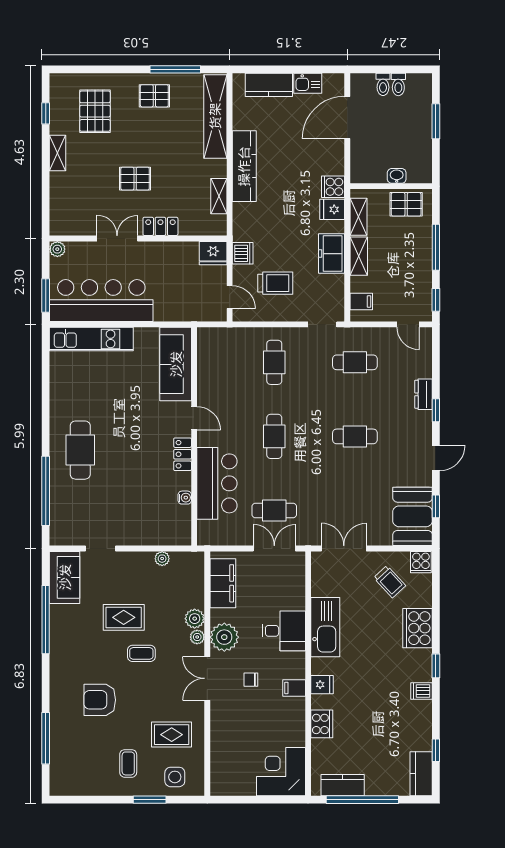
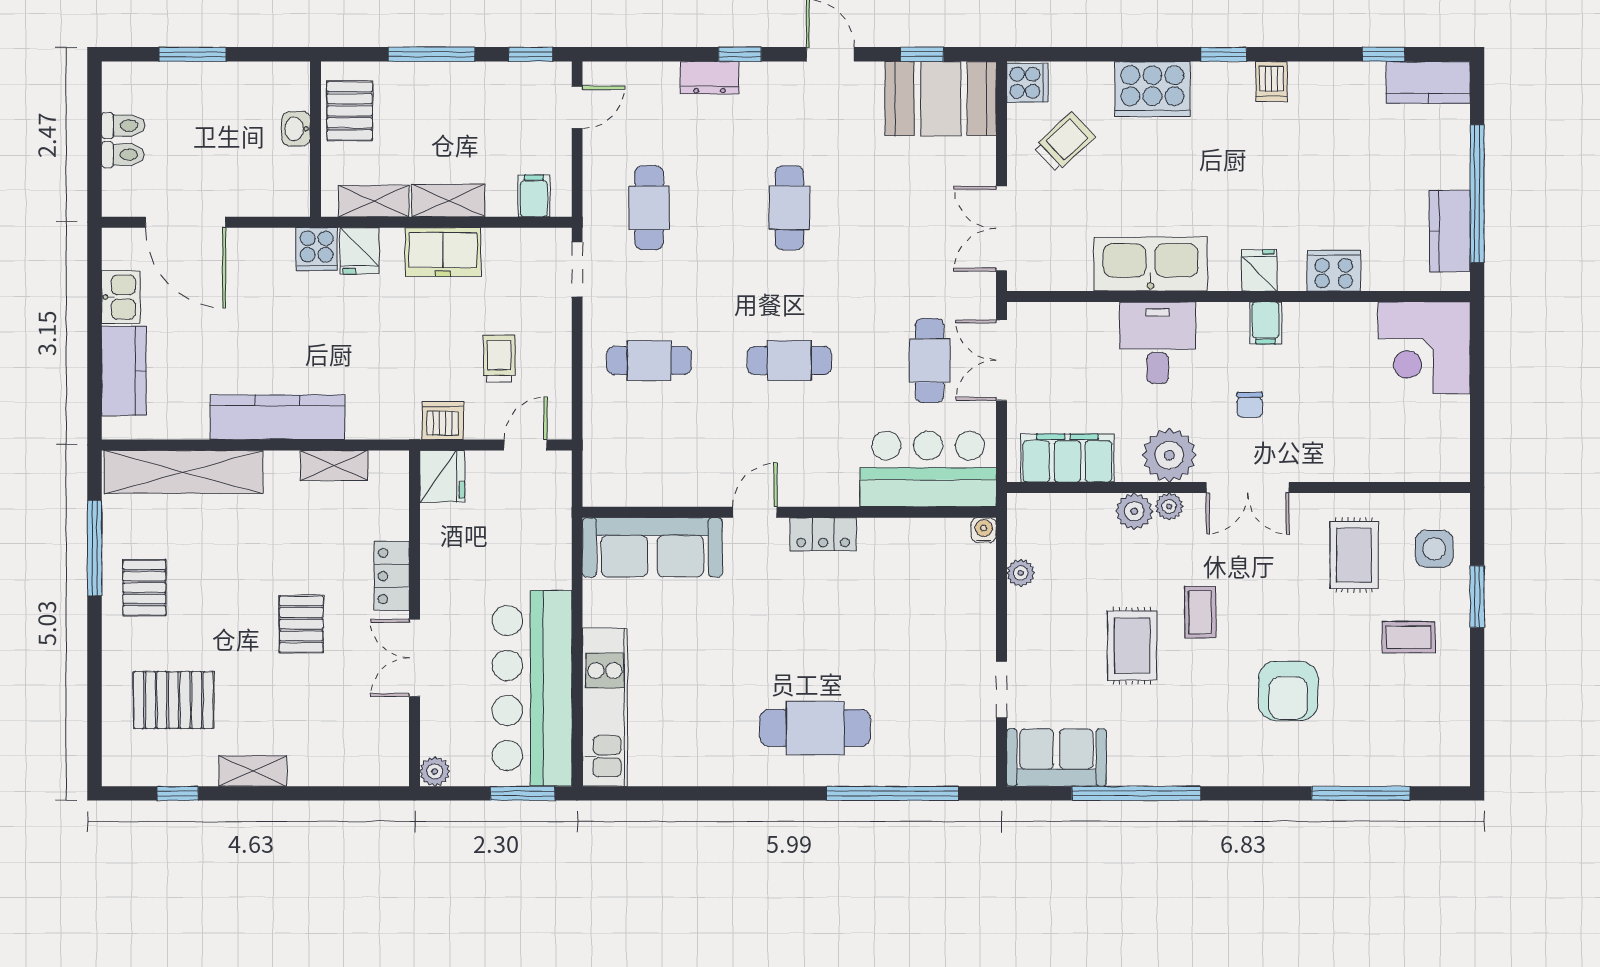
trolley: (275, 283) -> (499, 359), width x0.73, depth x0.72
bar counter: (217, 483) -> (928, 469), moved
water cooler: (185, 498) -> (984, 530), moved

